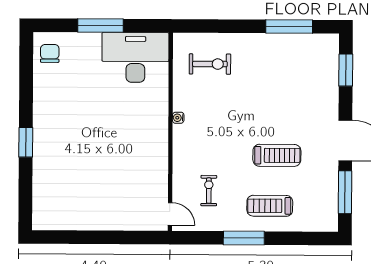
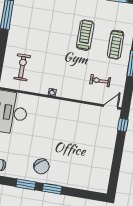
window: (26, 100) -> (26, 184), added
chair: (58, 120) -> (42, 166), added
window: (144, 238) -> (123, 125), added

